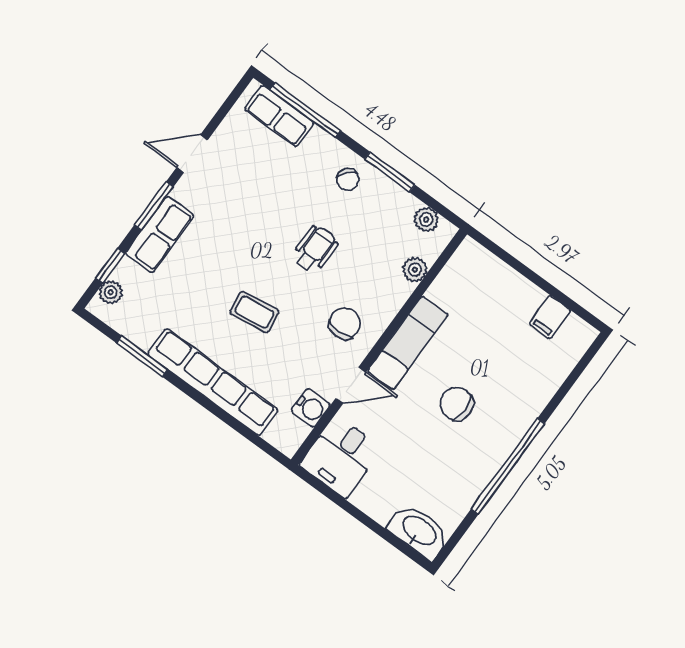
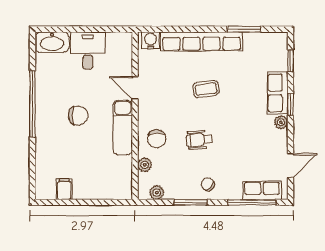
door: (192, 154) -> (290, 166), moved
window: (154, 206) -> (290, 104), width x0.67
wheelchair: (315, 249) -> (199, 140), turned 85
plant: (111, 292) -> (281, 122), moved
chair: (345, 323) -> (157, 139), moved
door: (351, 385) -> (135, 88), hinge flipped
water cooler: (311, 408) -> (151, 40), moved, turned 90
desk: (341, 457) -> (88, 51), moved

